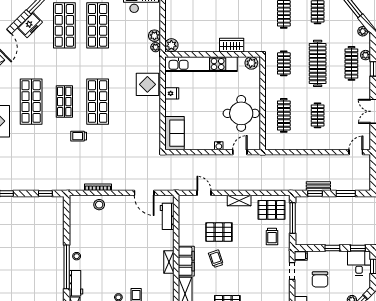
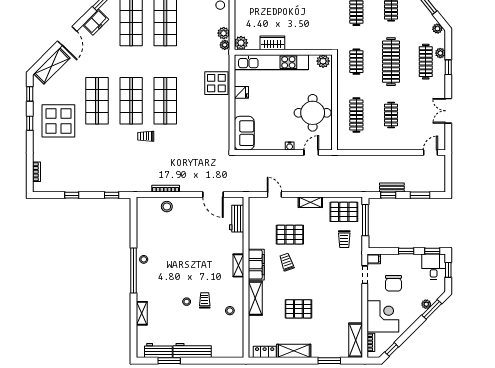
wardrobe: (232, 45) -> (272, 43), moved
shop shelf: (64, 102) -> (131, 101), width x1.43, depth x1.36
workbench: (76, 283) -> (143, 287), removed

